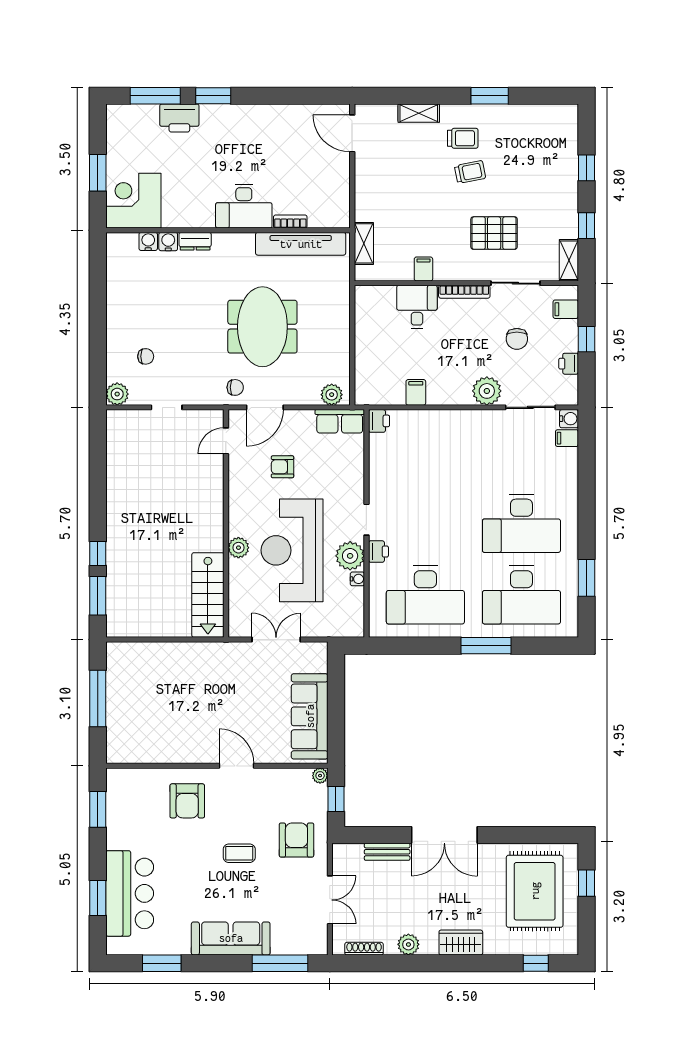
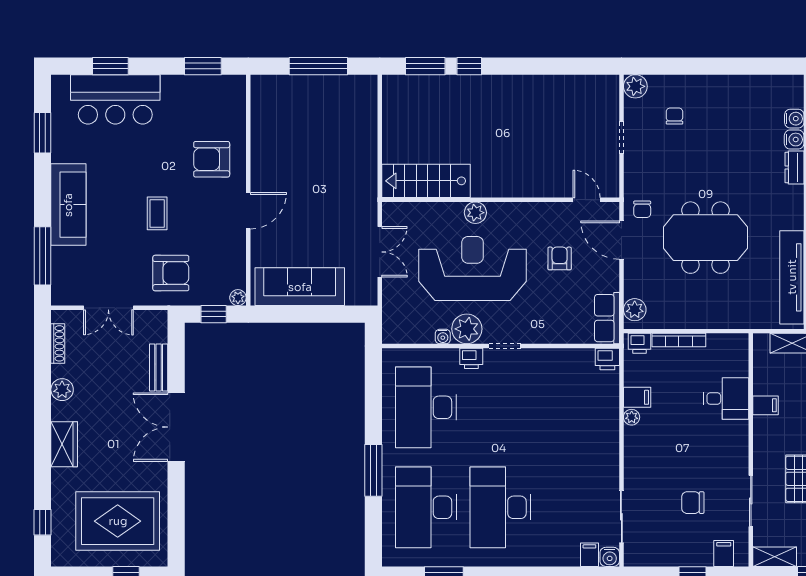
bookcase: (464, 292) -> (679, 340), moved, turned -90
chair: (146, 356) -> (674, 116), turned 180
printer: (569, 364) -> (639, 343), moved, turned 180
plant: (487, 391) -> (632, 417), moved, width x0.53, depth x0.53

